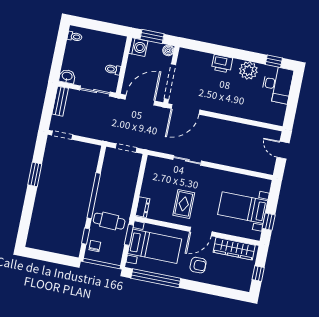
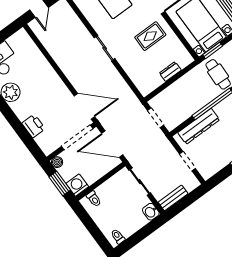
printer: (222, 64) -> (33, 126), moved
toilet: (113, 69) -> (94, 199), moved
doorway: (62, 135) -> (187, 161), moved
sliding door: (187, 160) -> (105, 48), moved
dresser: (89, 170) -> (199, 126), added
dresser: (143, 207) -> (170, 72), moved

